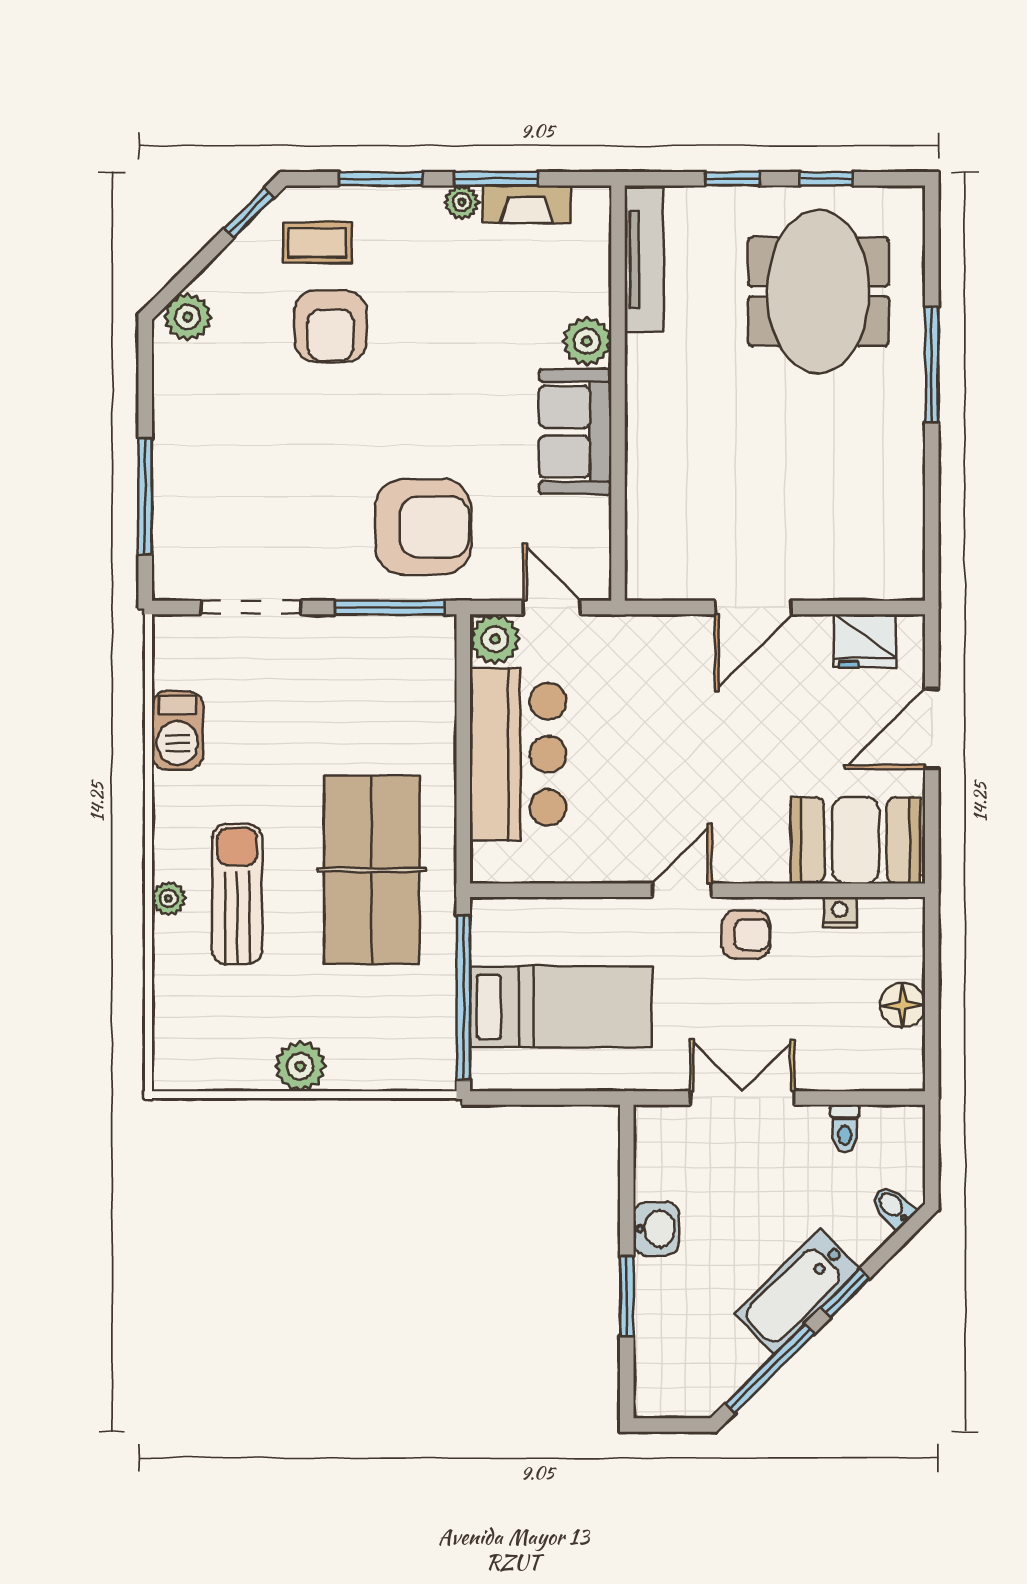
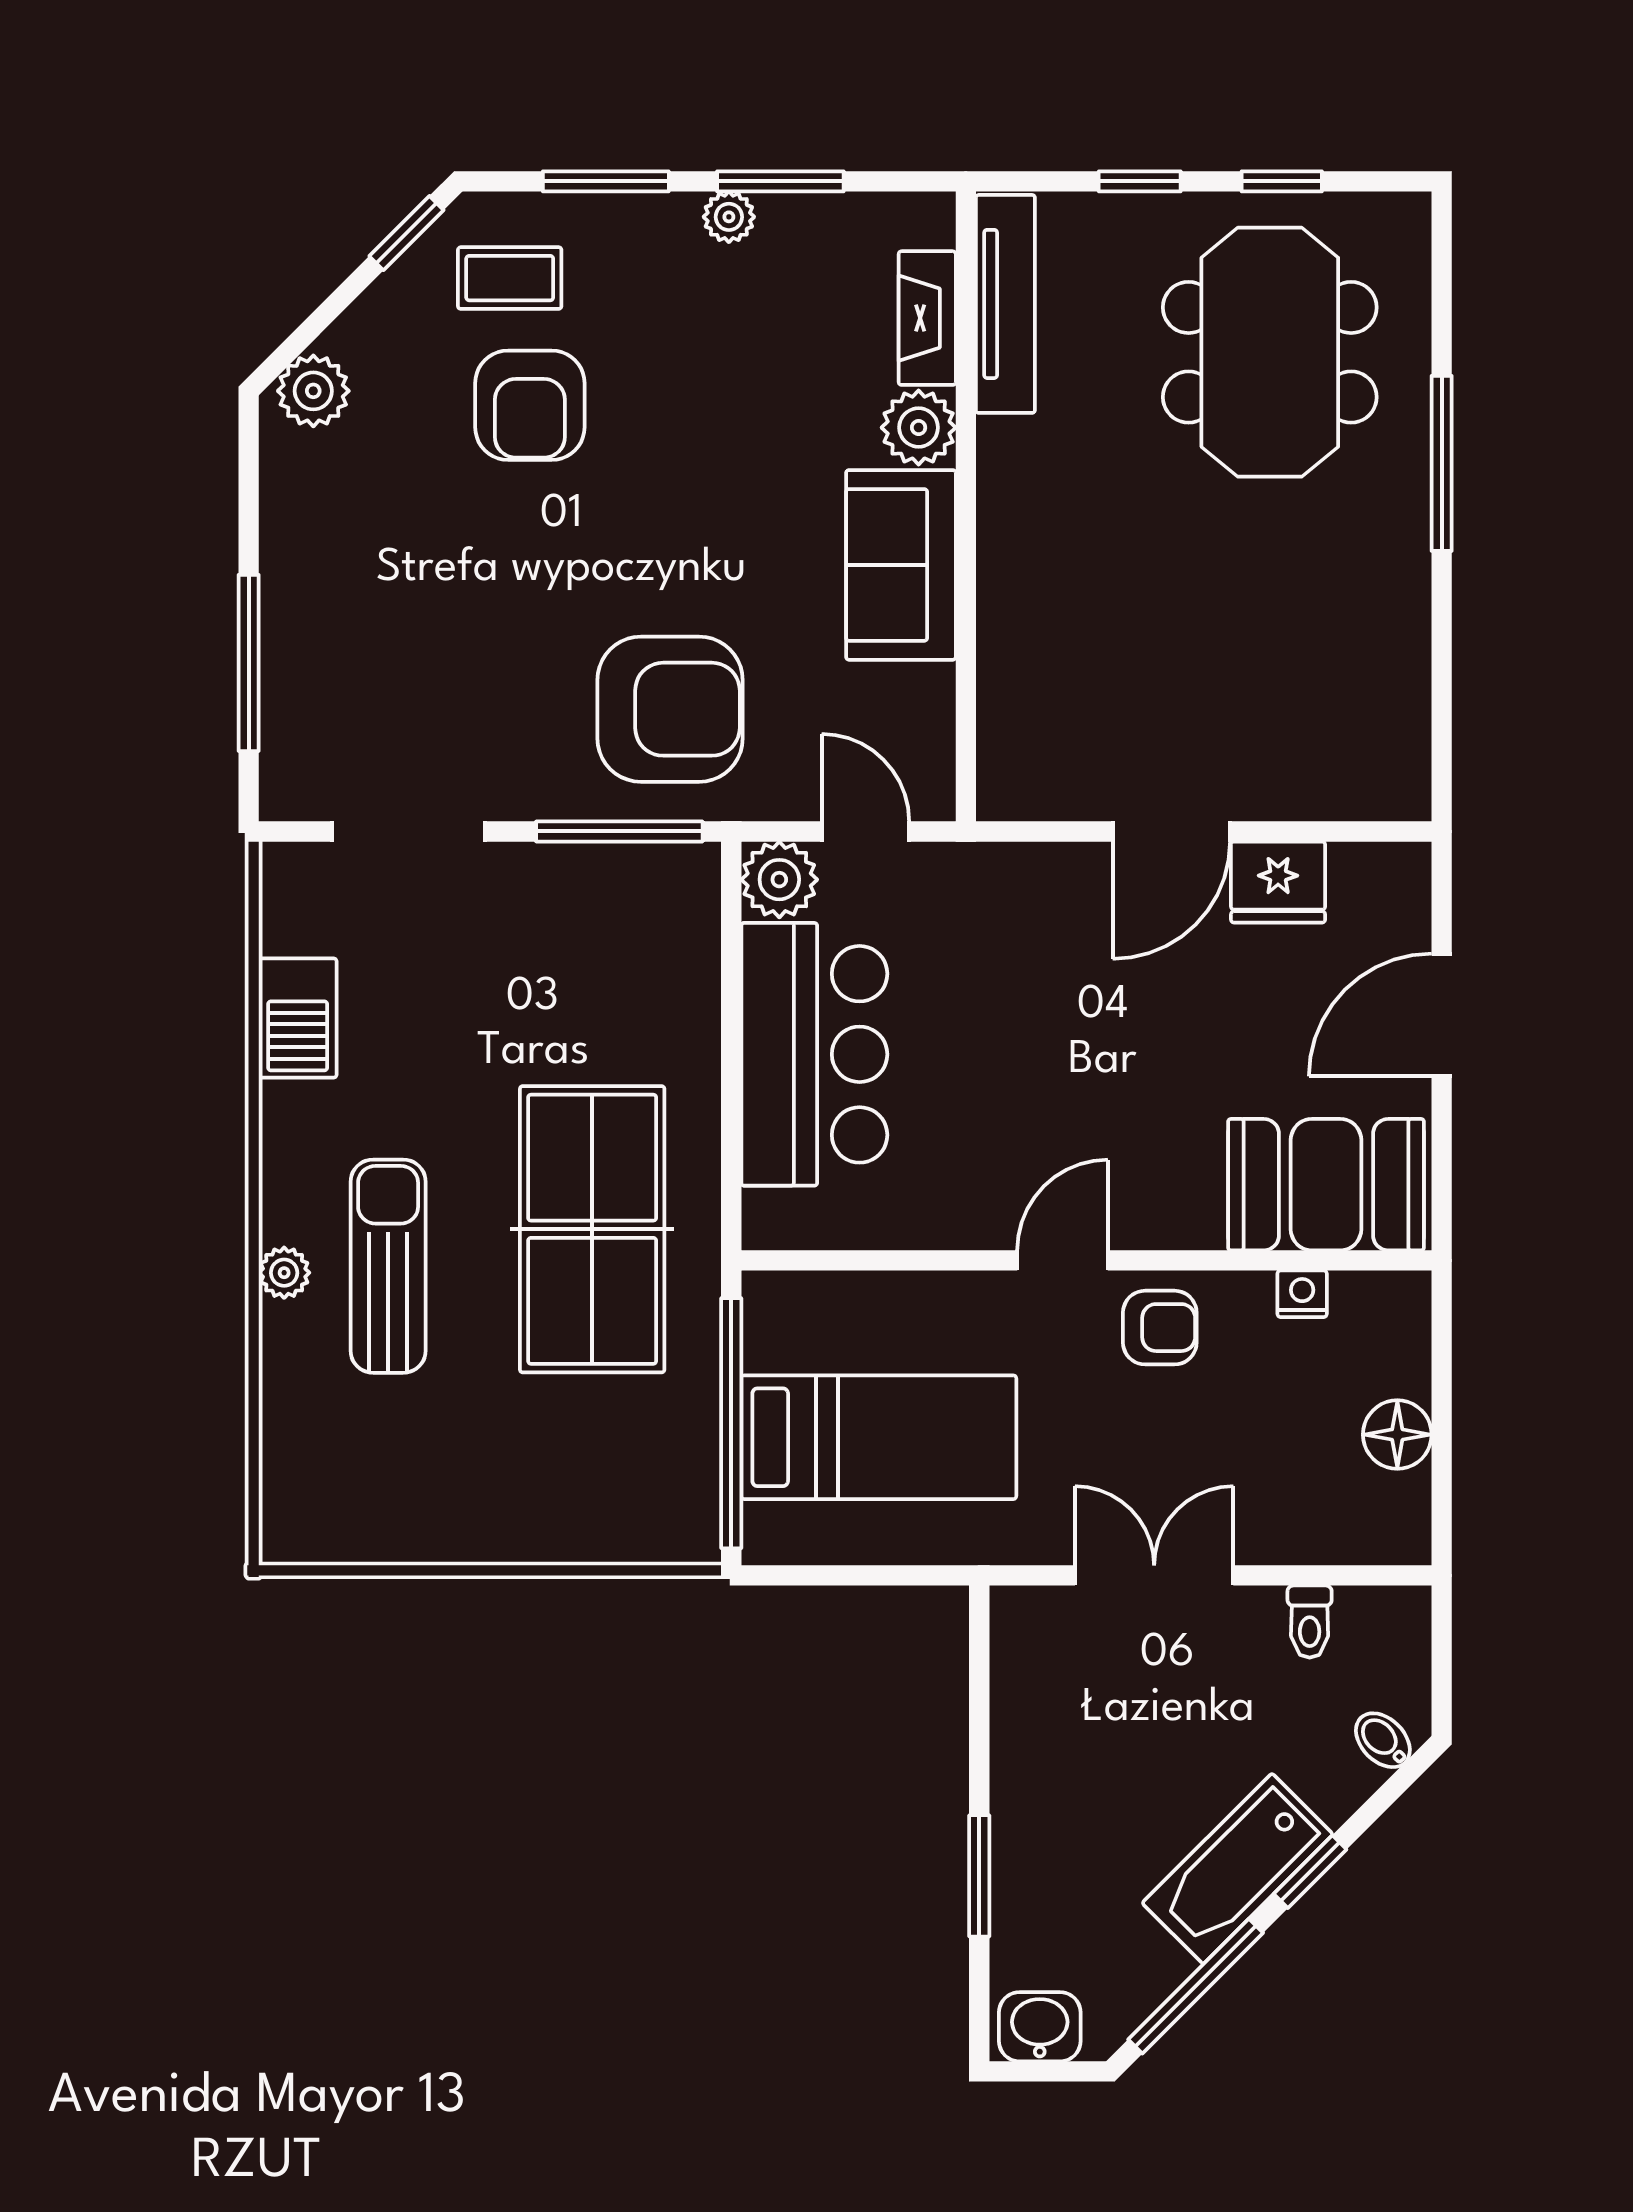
fireplace: (526, 204) -> (927, 318), moved, turned 90
fridge: (865, 641) -> (1278, 882), moved
plant: (300, 1066) -> (484, 1527), removed
washbasin: (656, 1229) -> (1040, 2027), moved, turned -90

